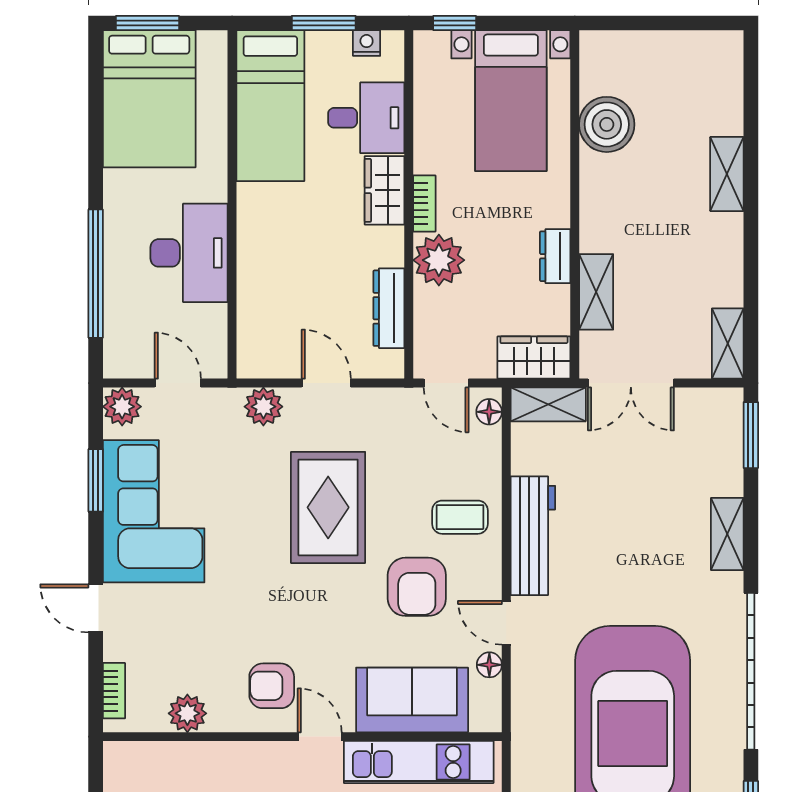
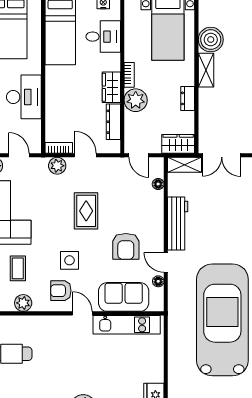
wardrobe: (385, 190) -> (111, 87), moved
shelving: (596, 292) -> (206, 70), moved
bookcase: (267, 367) -> (59, 148), added
floor lamp: (489, 412) -> (158, 184), moved
rug: (328, 507) -> (86, 211), width x0.73, depth x0.70
coffee table: (460, 517) -> (18, 268), moved, turned 90
side table: (291, 618) -> (69, 260), added

